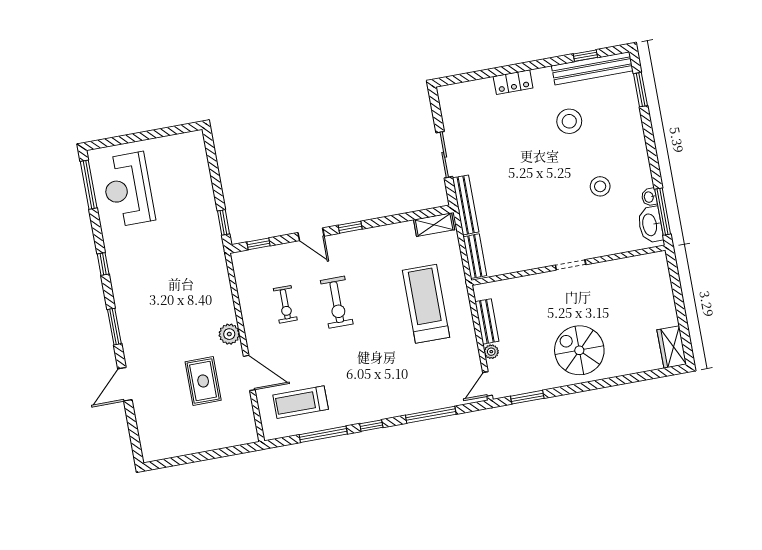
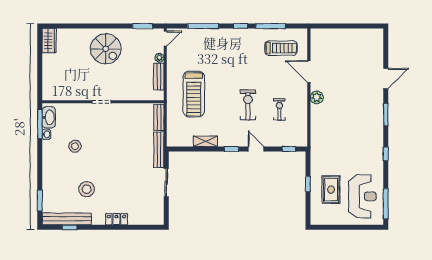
window: (224, 222) -> (308, 184), moved
shelving: (434, 225) -> (205, 141), moved
rug: (203, 381) -> (331, 190), moved

